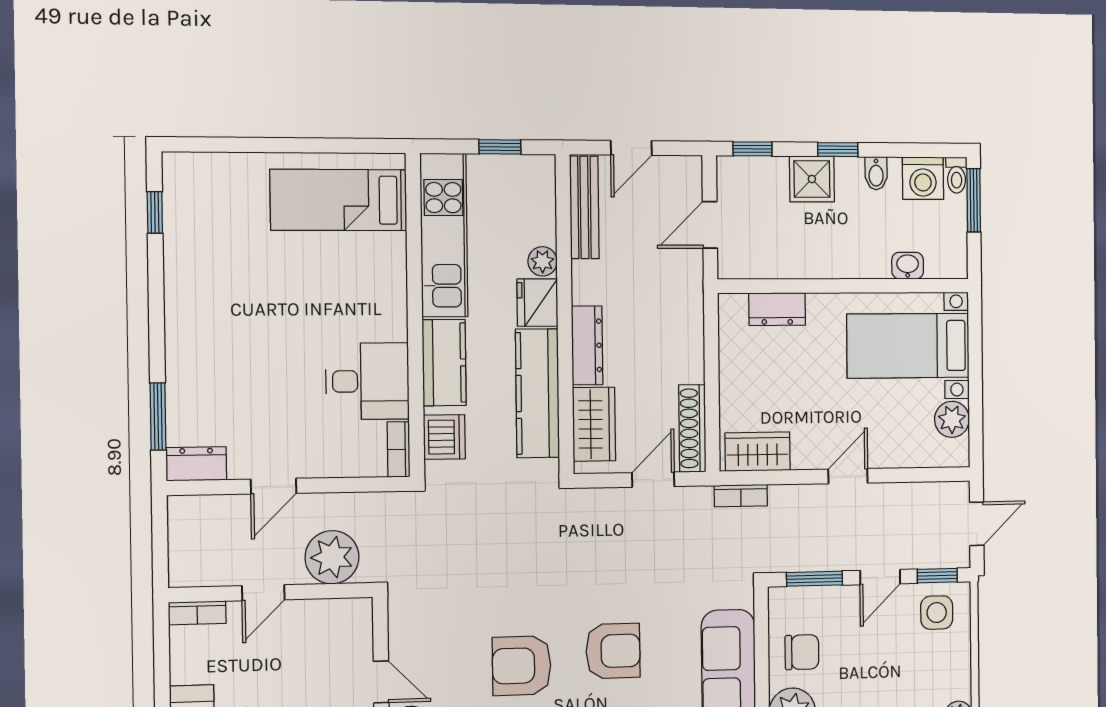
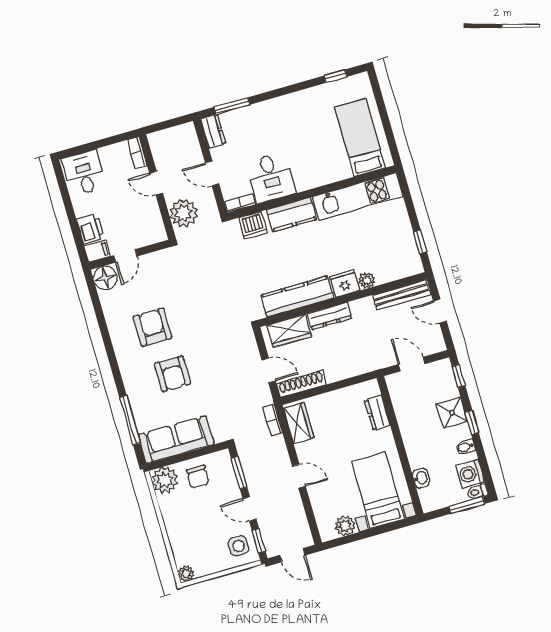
bed: (339, 200) -> (360, 138), moved
kitchen unit: (444, 235) -> (357, 196), moved
wall: (415, 315) -> (312, 193), moved
kitchen counter: (444, 363) -> (291, 215), moved
desk: (367, 381) -> (271, 178), moved
dishwasher: (444, 437) -> (253, 225), moved
bookcase: (399, 449) -> (240, 203), moved

